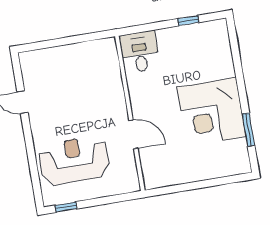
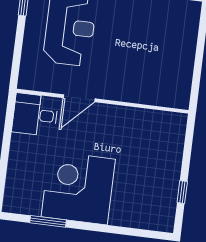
desk: (140, 52) -> (35, 115), moved, turned 180

